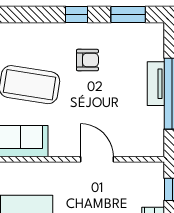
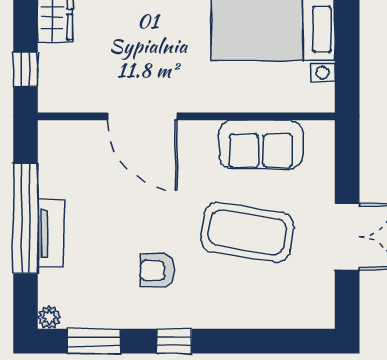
plant: (157, 30) -> (49, 317), added
door: (97, 159) -> (142, 116), width x1.36

